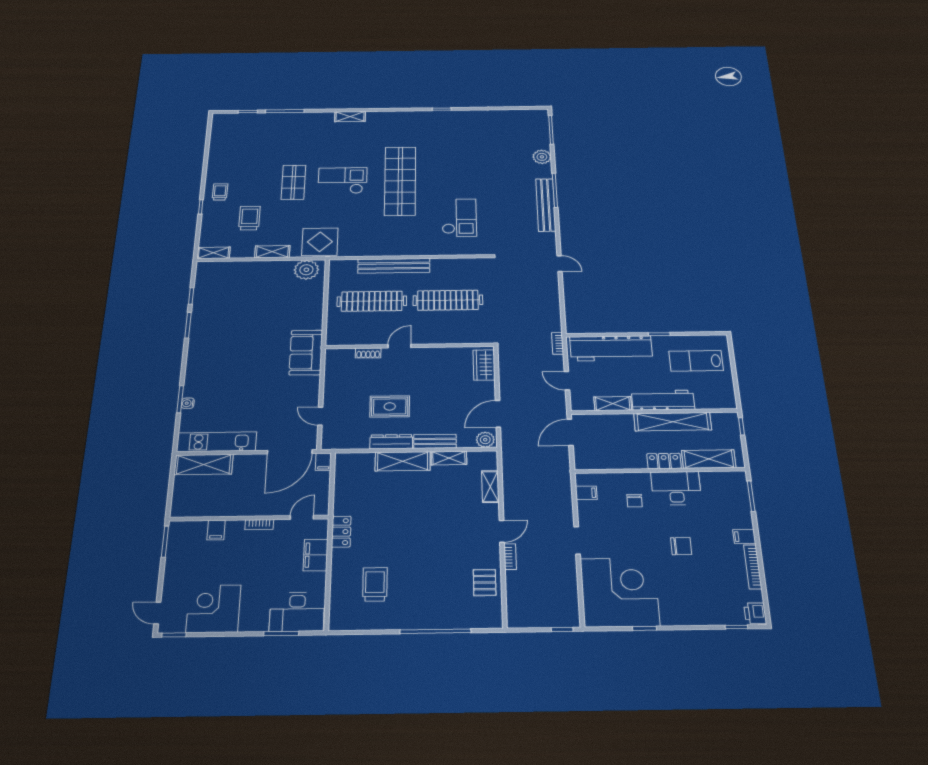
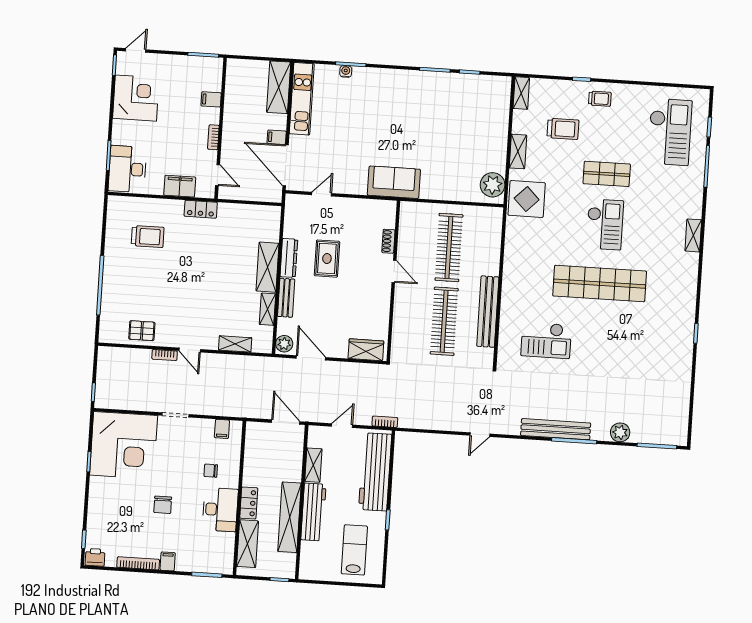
checkout: (252, 139) -> (670, 132), added
bench: (394, 266) -> (488, 312), moved
filing cabinet: (323, 462) -> (277, 137), moved

